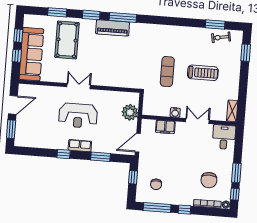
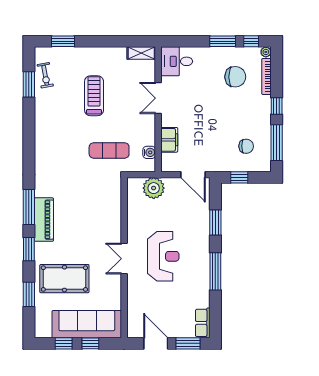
exercise mat: (167, 72) -> (109, 150), moved
water cooler: (175, 112) -> (149, 152), moved
row of seats: (80, 146) -> (203, 323), moved
window: (64, 154) -> (215, 271), width x2.17

